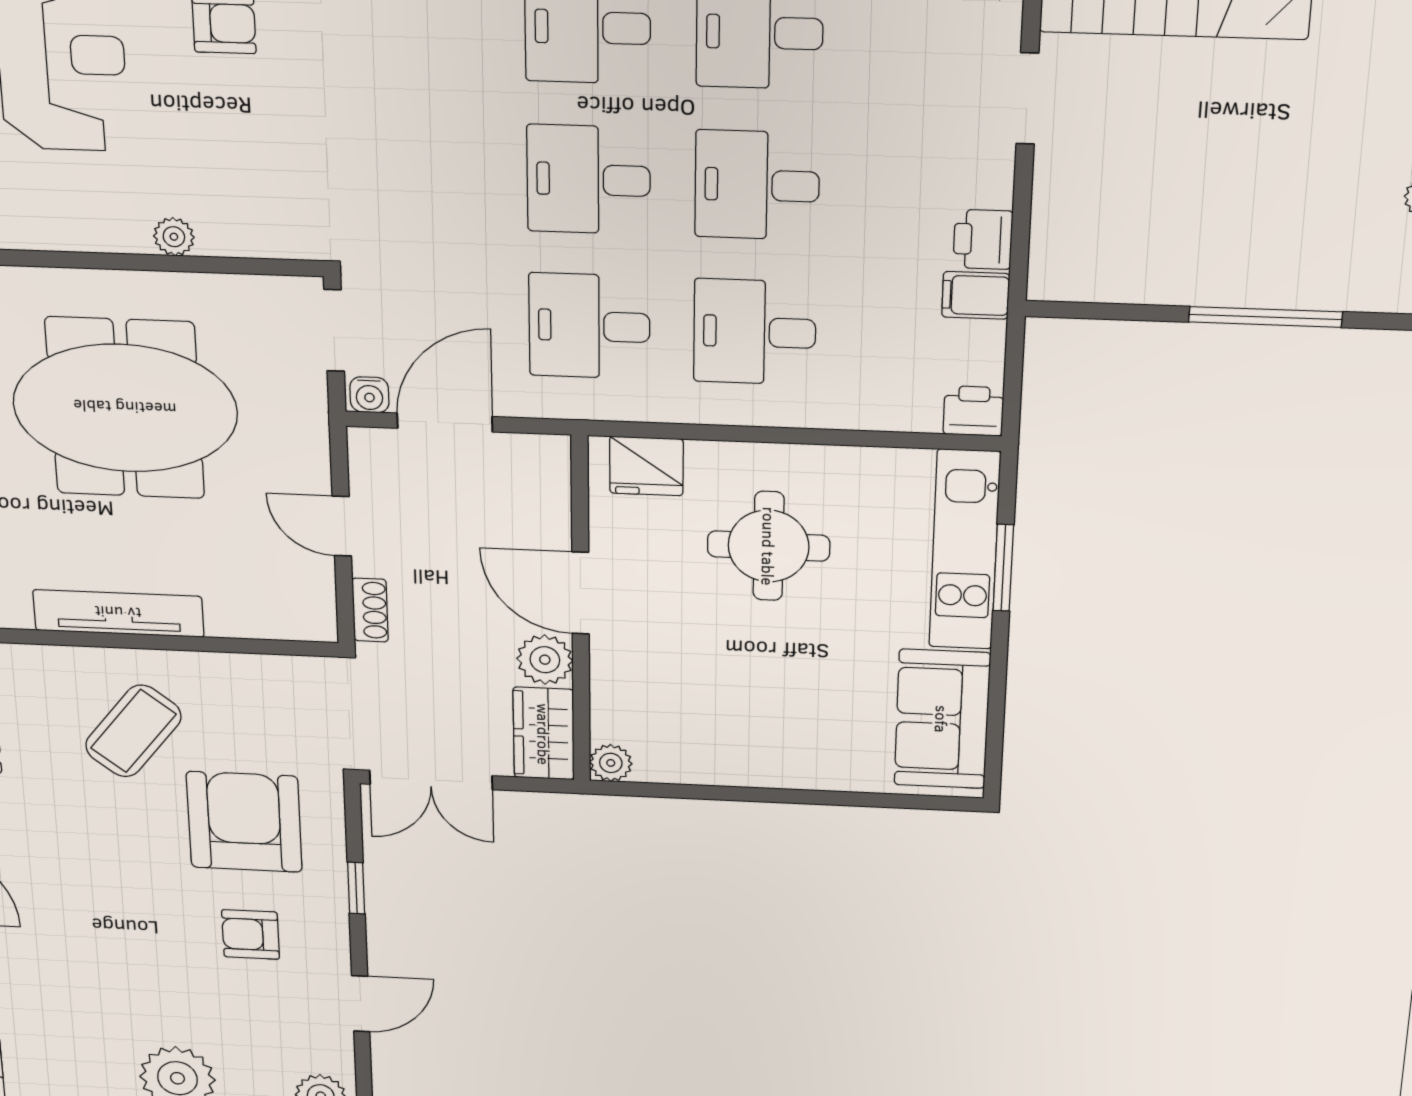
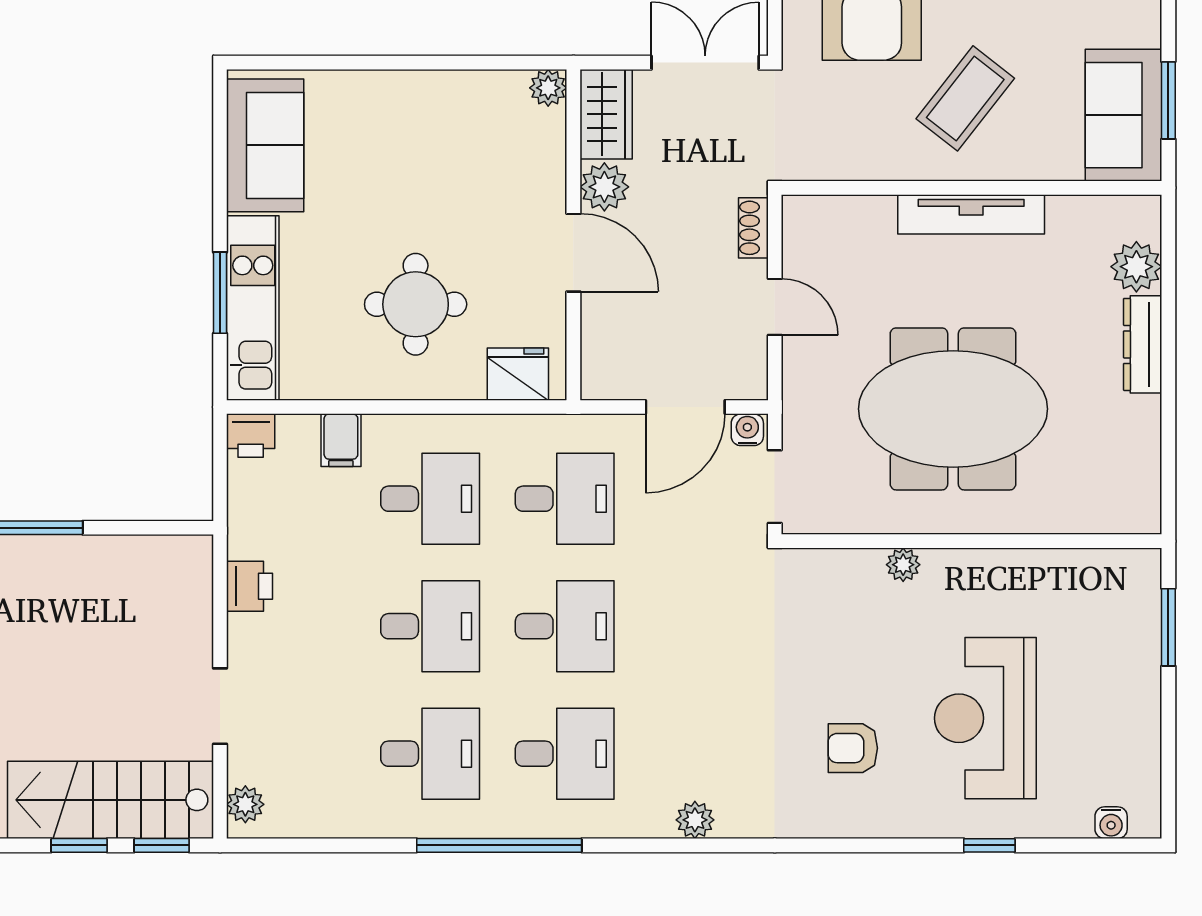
filing cabinet: (976, 295) -> (341, 440), moved, turned 90

